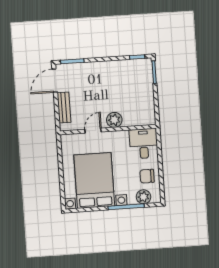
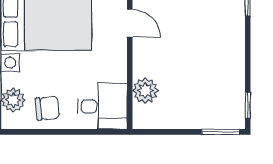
plant: (114, 120) -> (145, 91), moved
chair: (147, 176) -> (47, 108), turned 84

